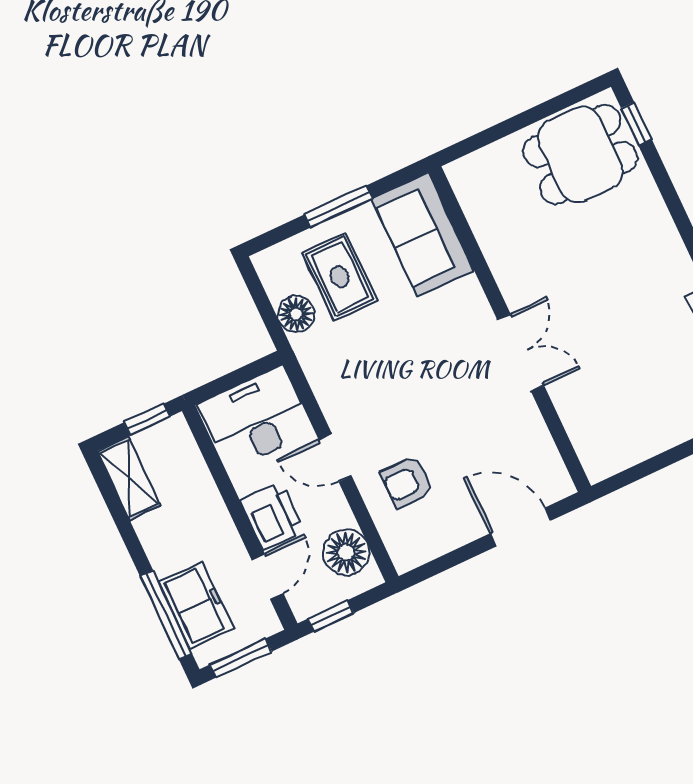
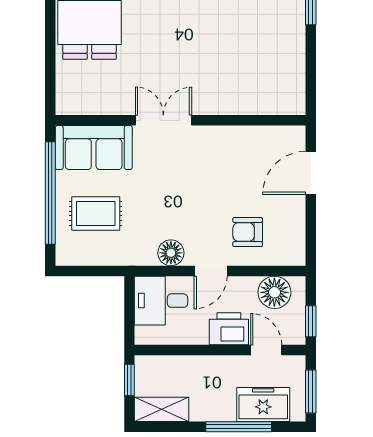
window: (339, 206) -> (50, 193), width x2.11
floor lamp: (296, 314) -> (171, 253), moved
double door: (521, 353) -> (163, 120), moved
desk: (256, 418) -> (161, 301), width x0.73
armchair: (407, 482) -> (248, 232), turned 90
window: (166, 615) -> (239, 427), moved

